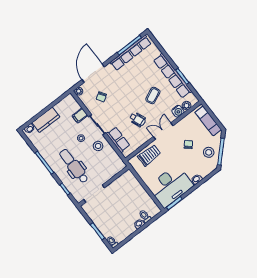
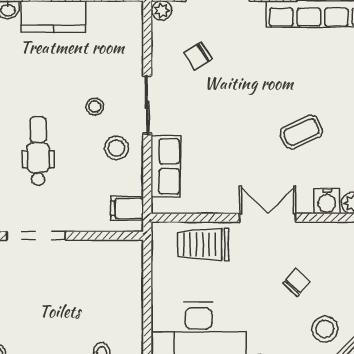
filing cabinet: (80, 115) -> (127, 208), moved
wheelchair: (138, 119) -> (235, 156), removed
trolley: (149, 155) -> (203, 244), turned 180
dental chair: (74, 166) -> (38, 151), width x0.73, depth x0.72

